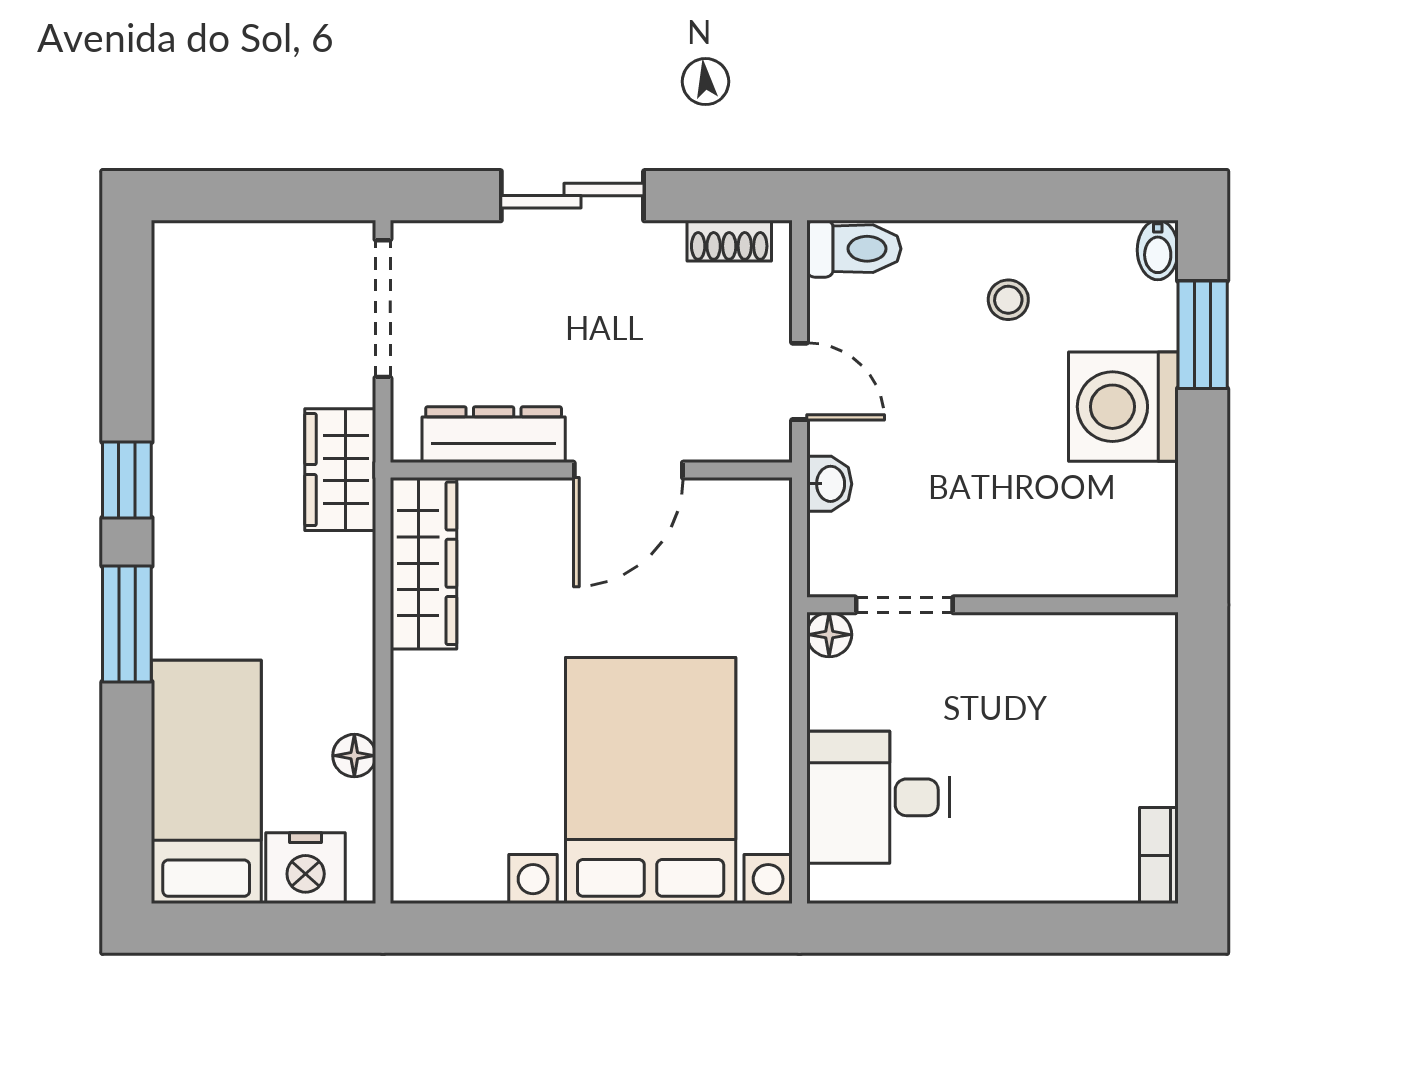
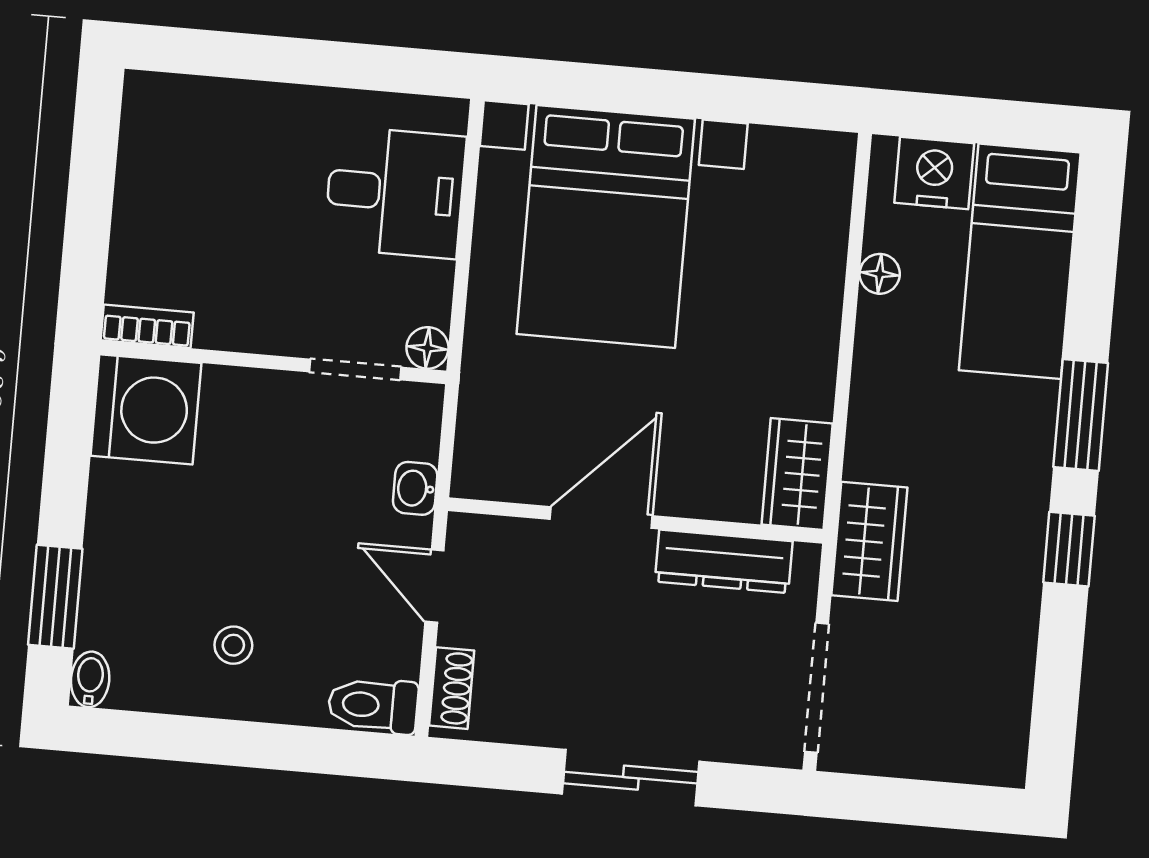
shoe rack: (729, 241) -> (452, 688), moved, turned 90
washing machine: (1123, 407) -> (146, 409), moved
wardrobe: (424, 563) -> (797, 474), width x0.67
bookcase: (1159, 856) -> (147, 326), moved, turned -90

